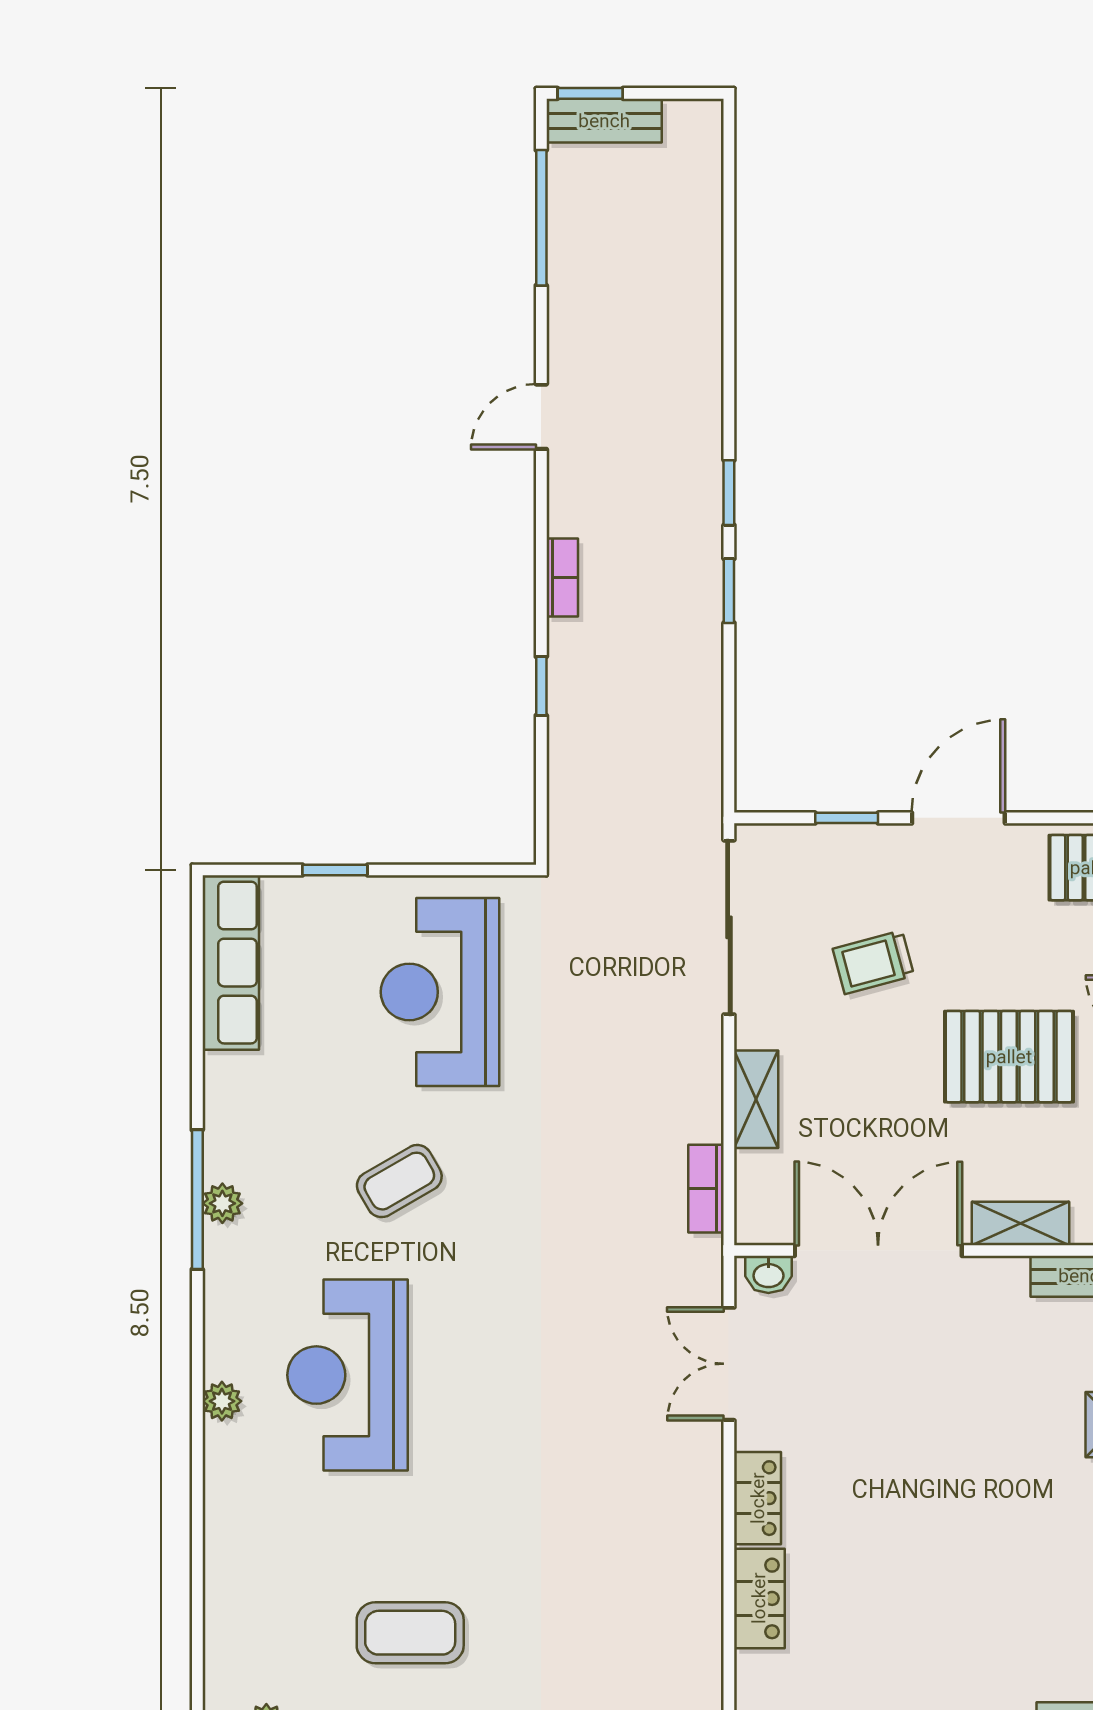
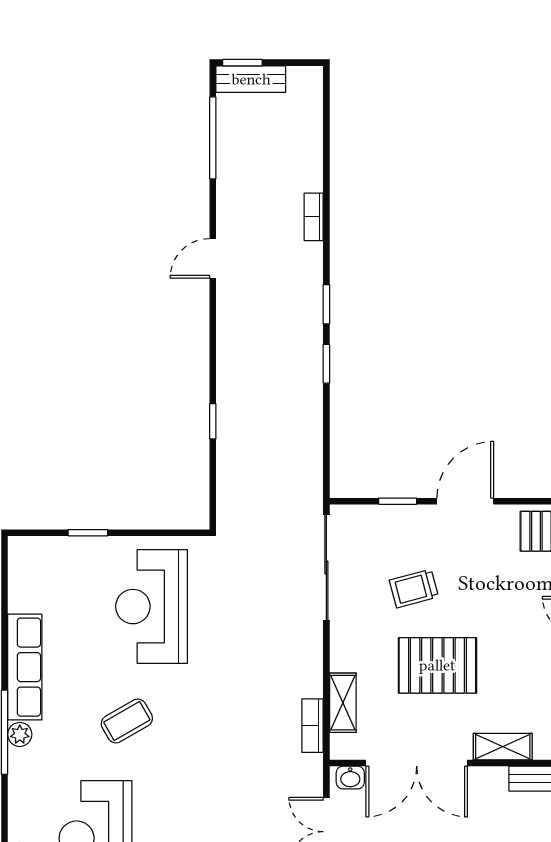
bookcase: (562, 577) -> (314, 217), moved, turned 180
row of seats: (231, 963) -> (25, 667), moved
pallet: (1009, 1057) -> (437, 665), moved
shelving: (756, 1099) -> (343, 703), moved
double door: (878, 1251) -> (417, 763), swing flipped

